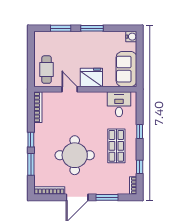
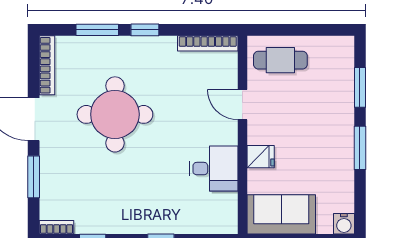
fridge: (91, 77) -> (261, 157), width x0.53, depth x0.75
door: (70, 89) -> (242, 105), swing flipped
desk: (119, 104) -> (214, 169), moved
shop shelf: (116, 146) -> (133, 195), removed

